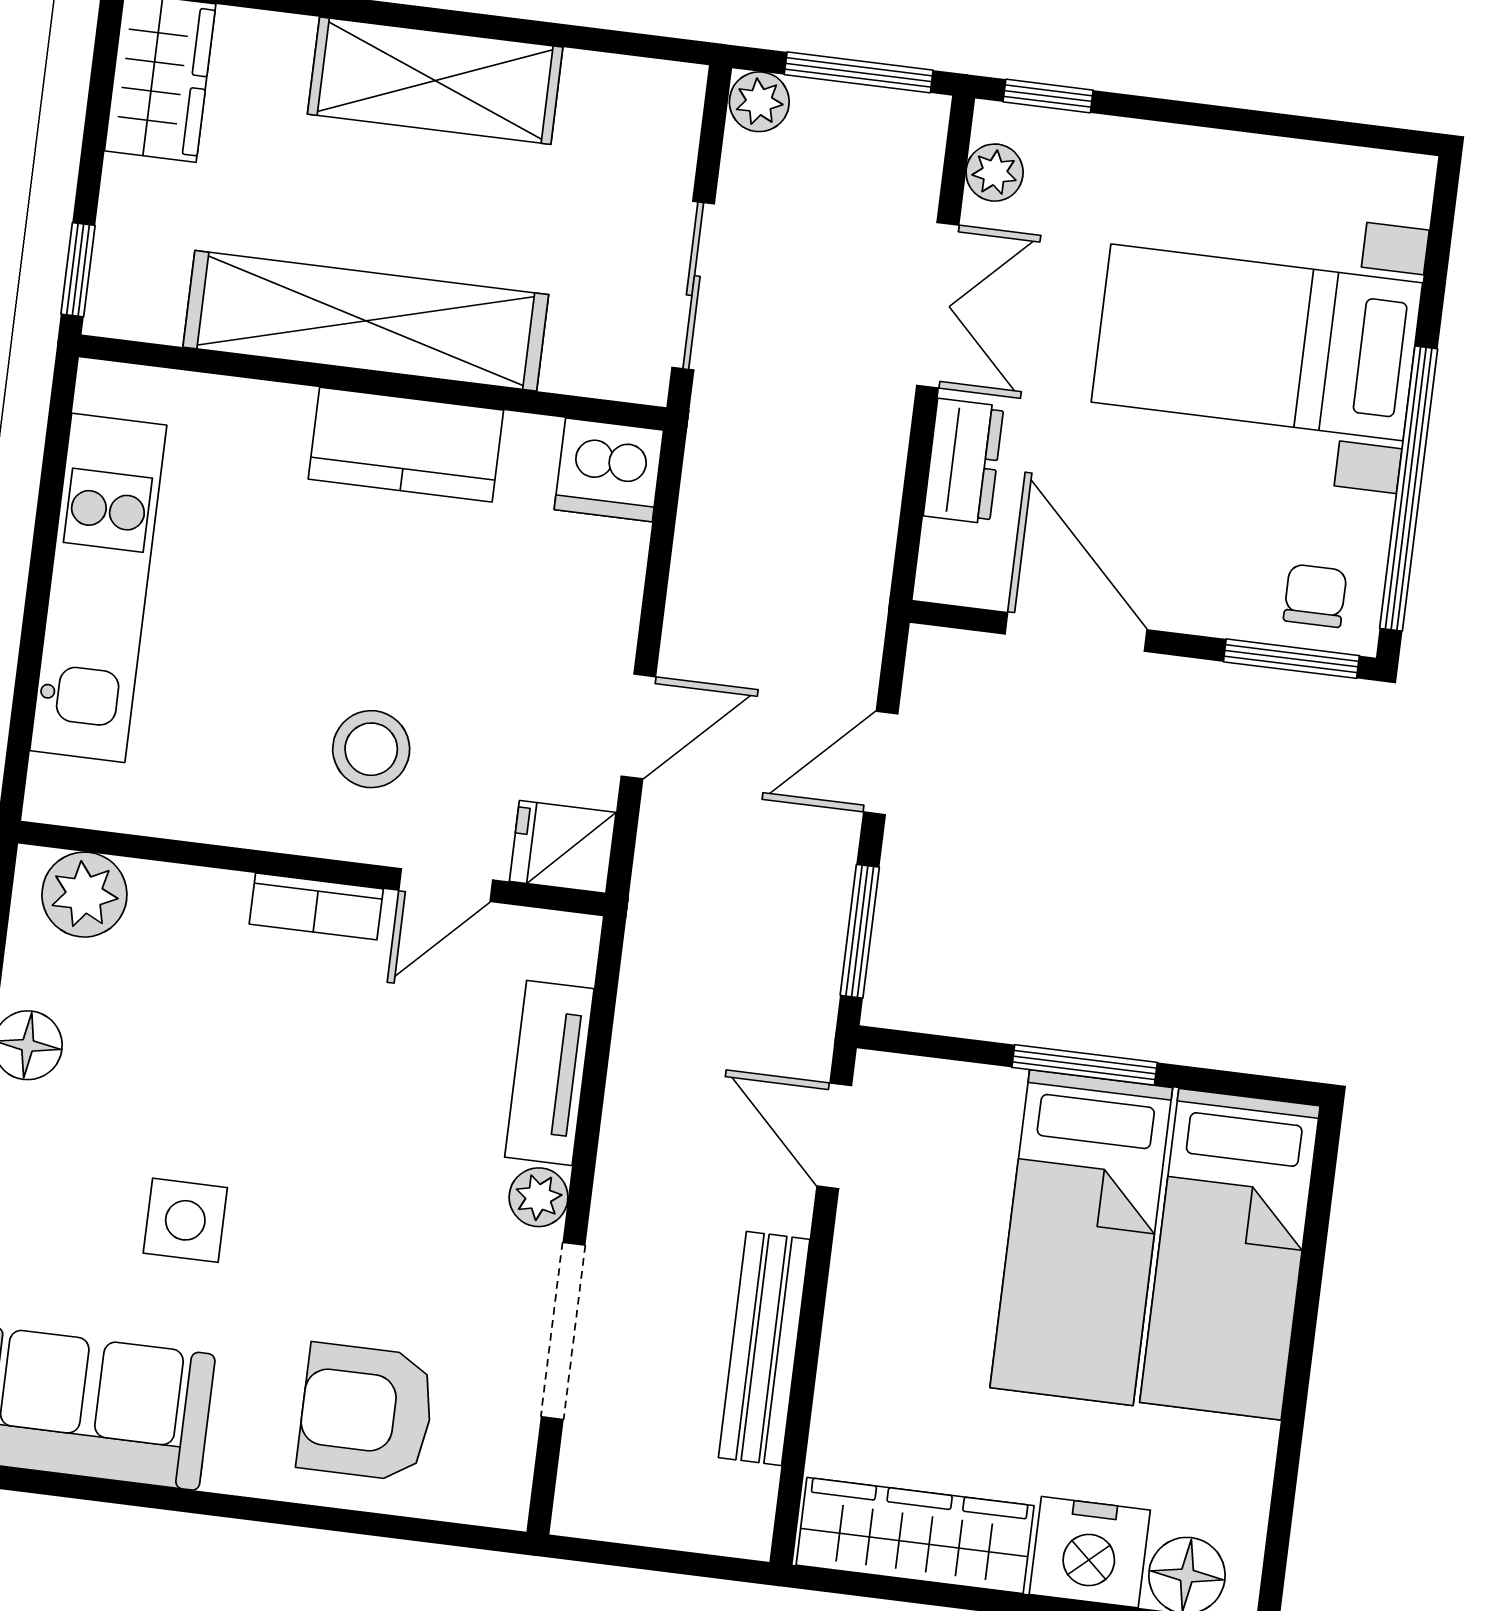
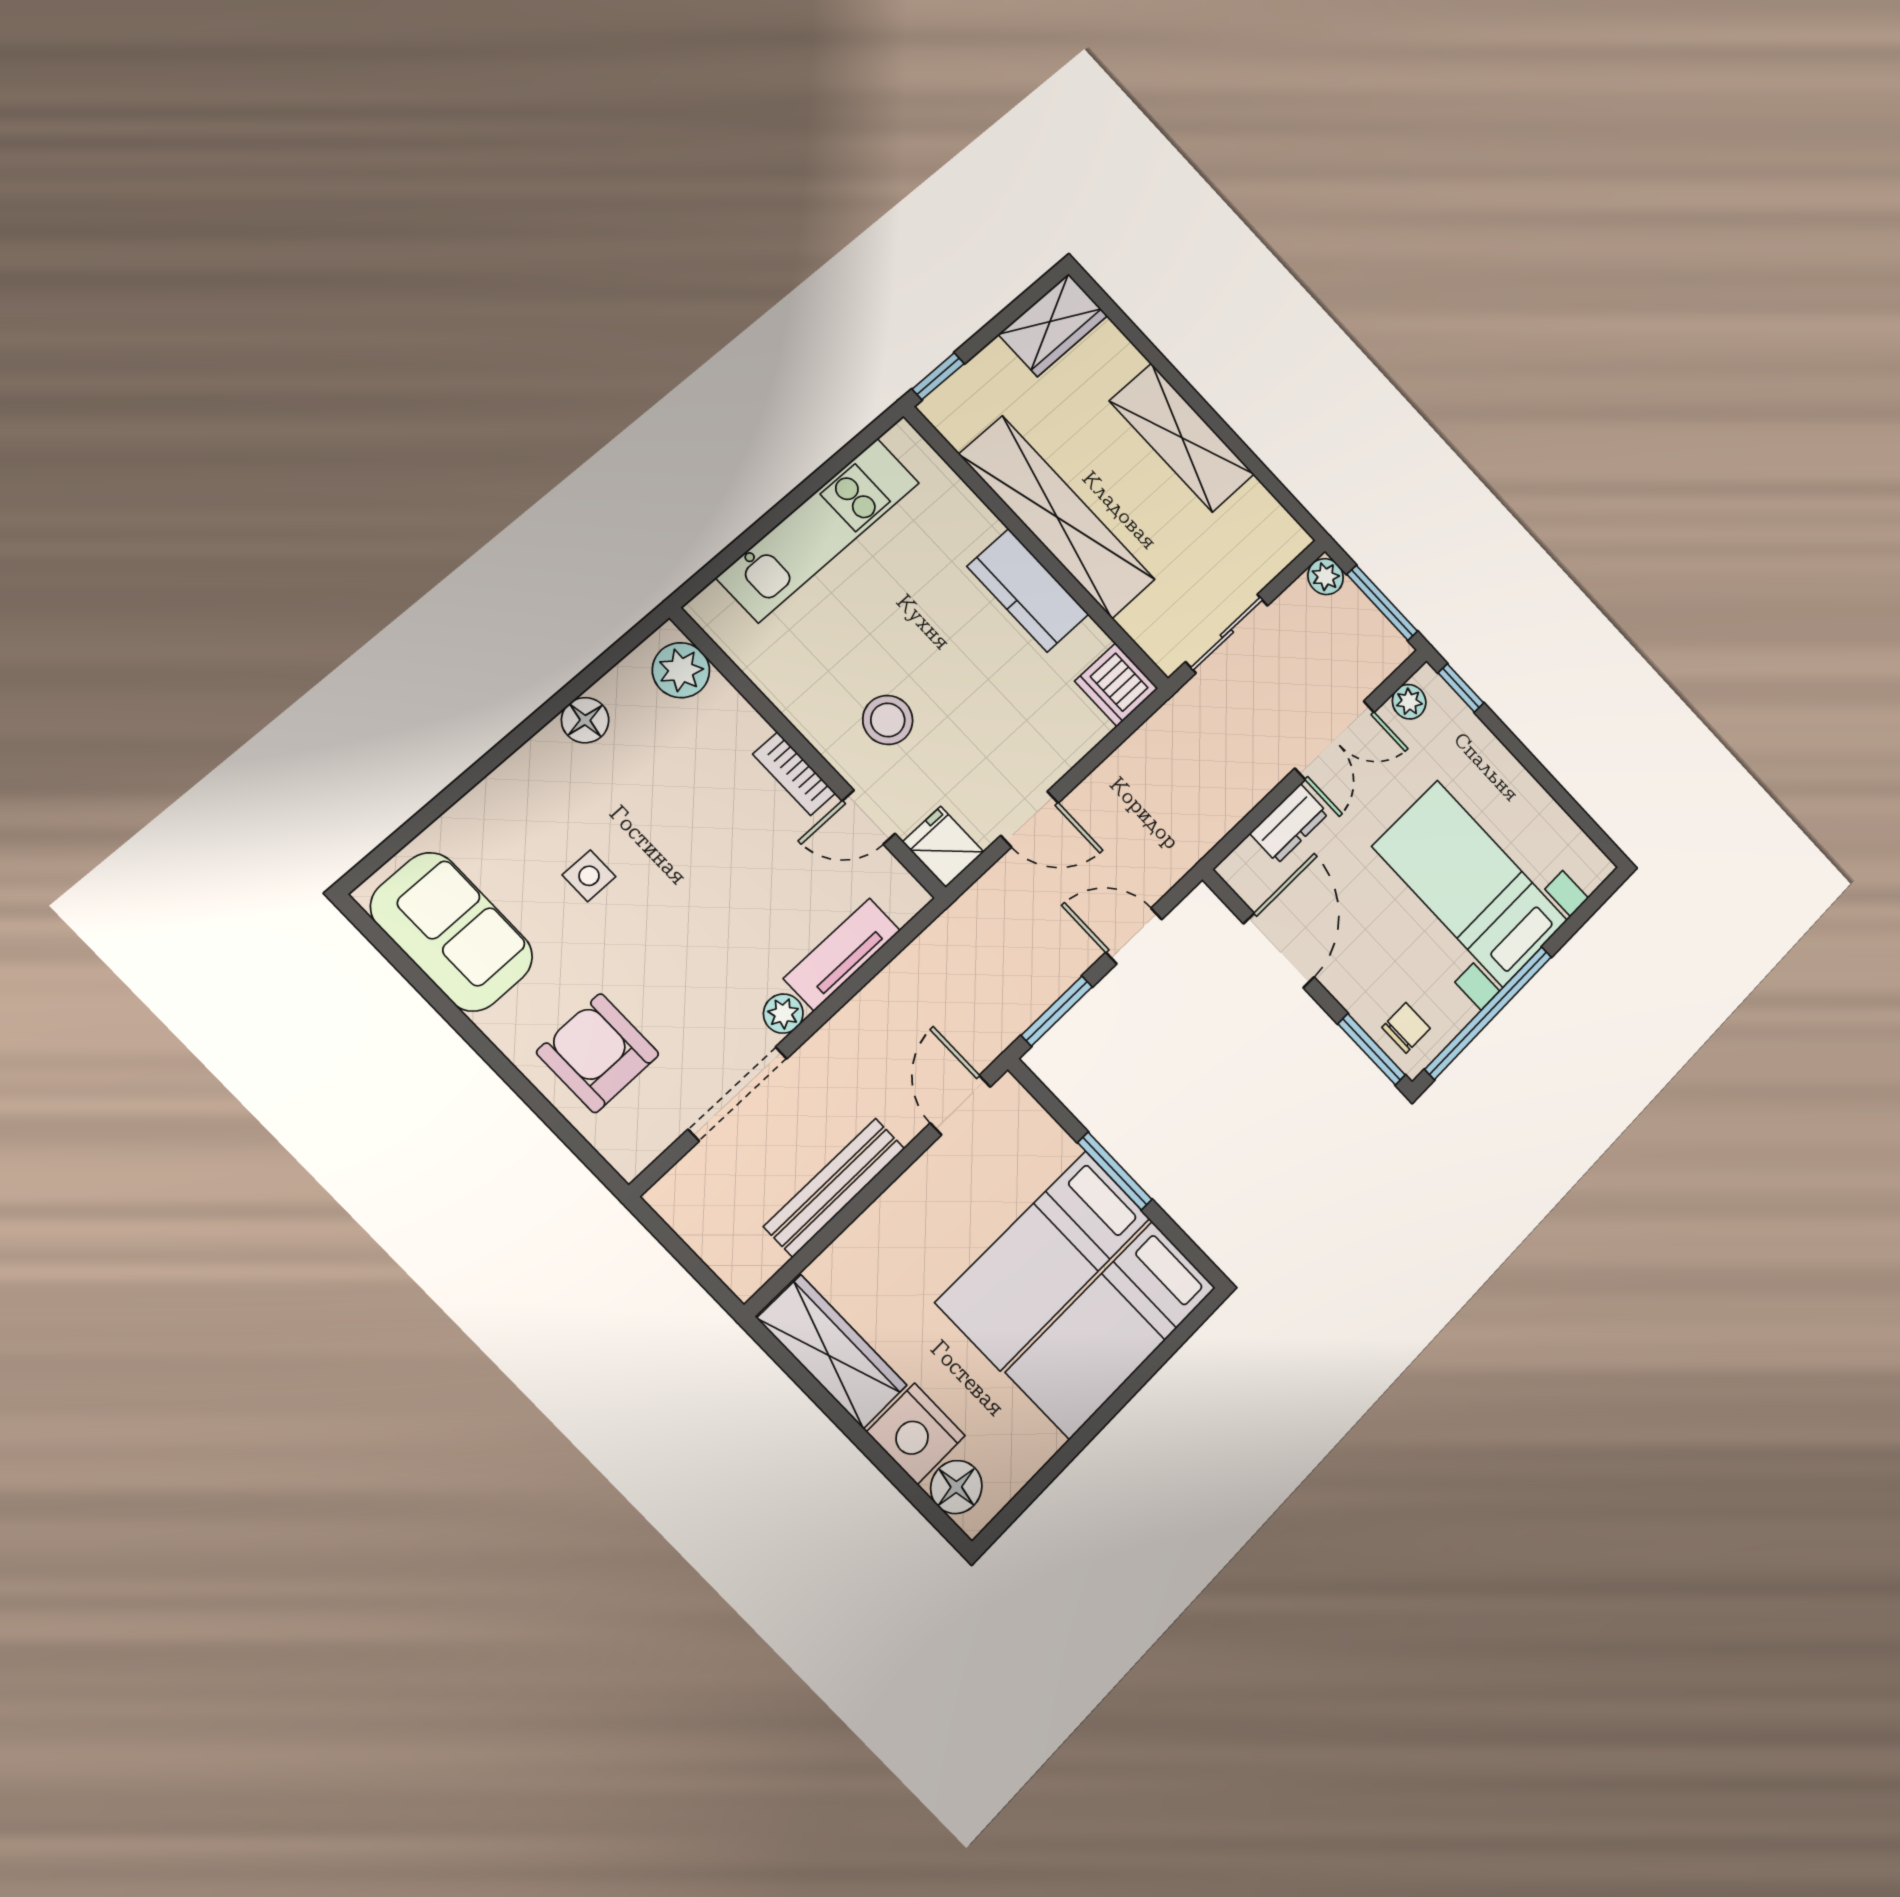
side table: (185, 1220) -> (589, 876), width x0.73, depth x0.73

